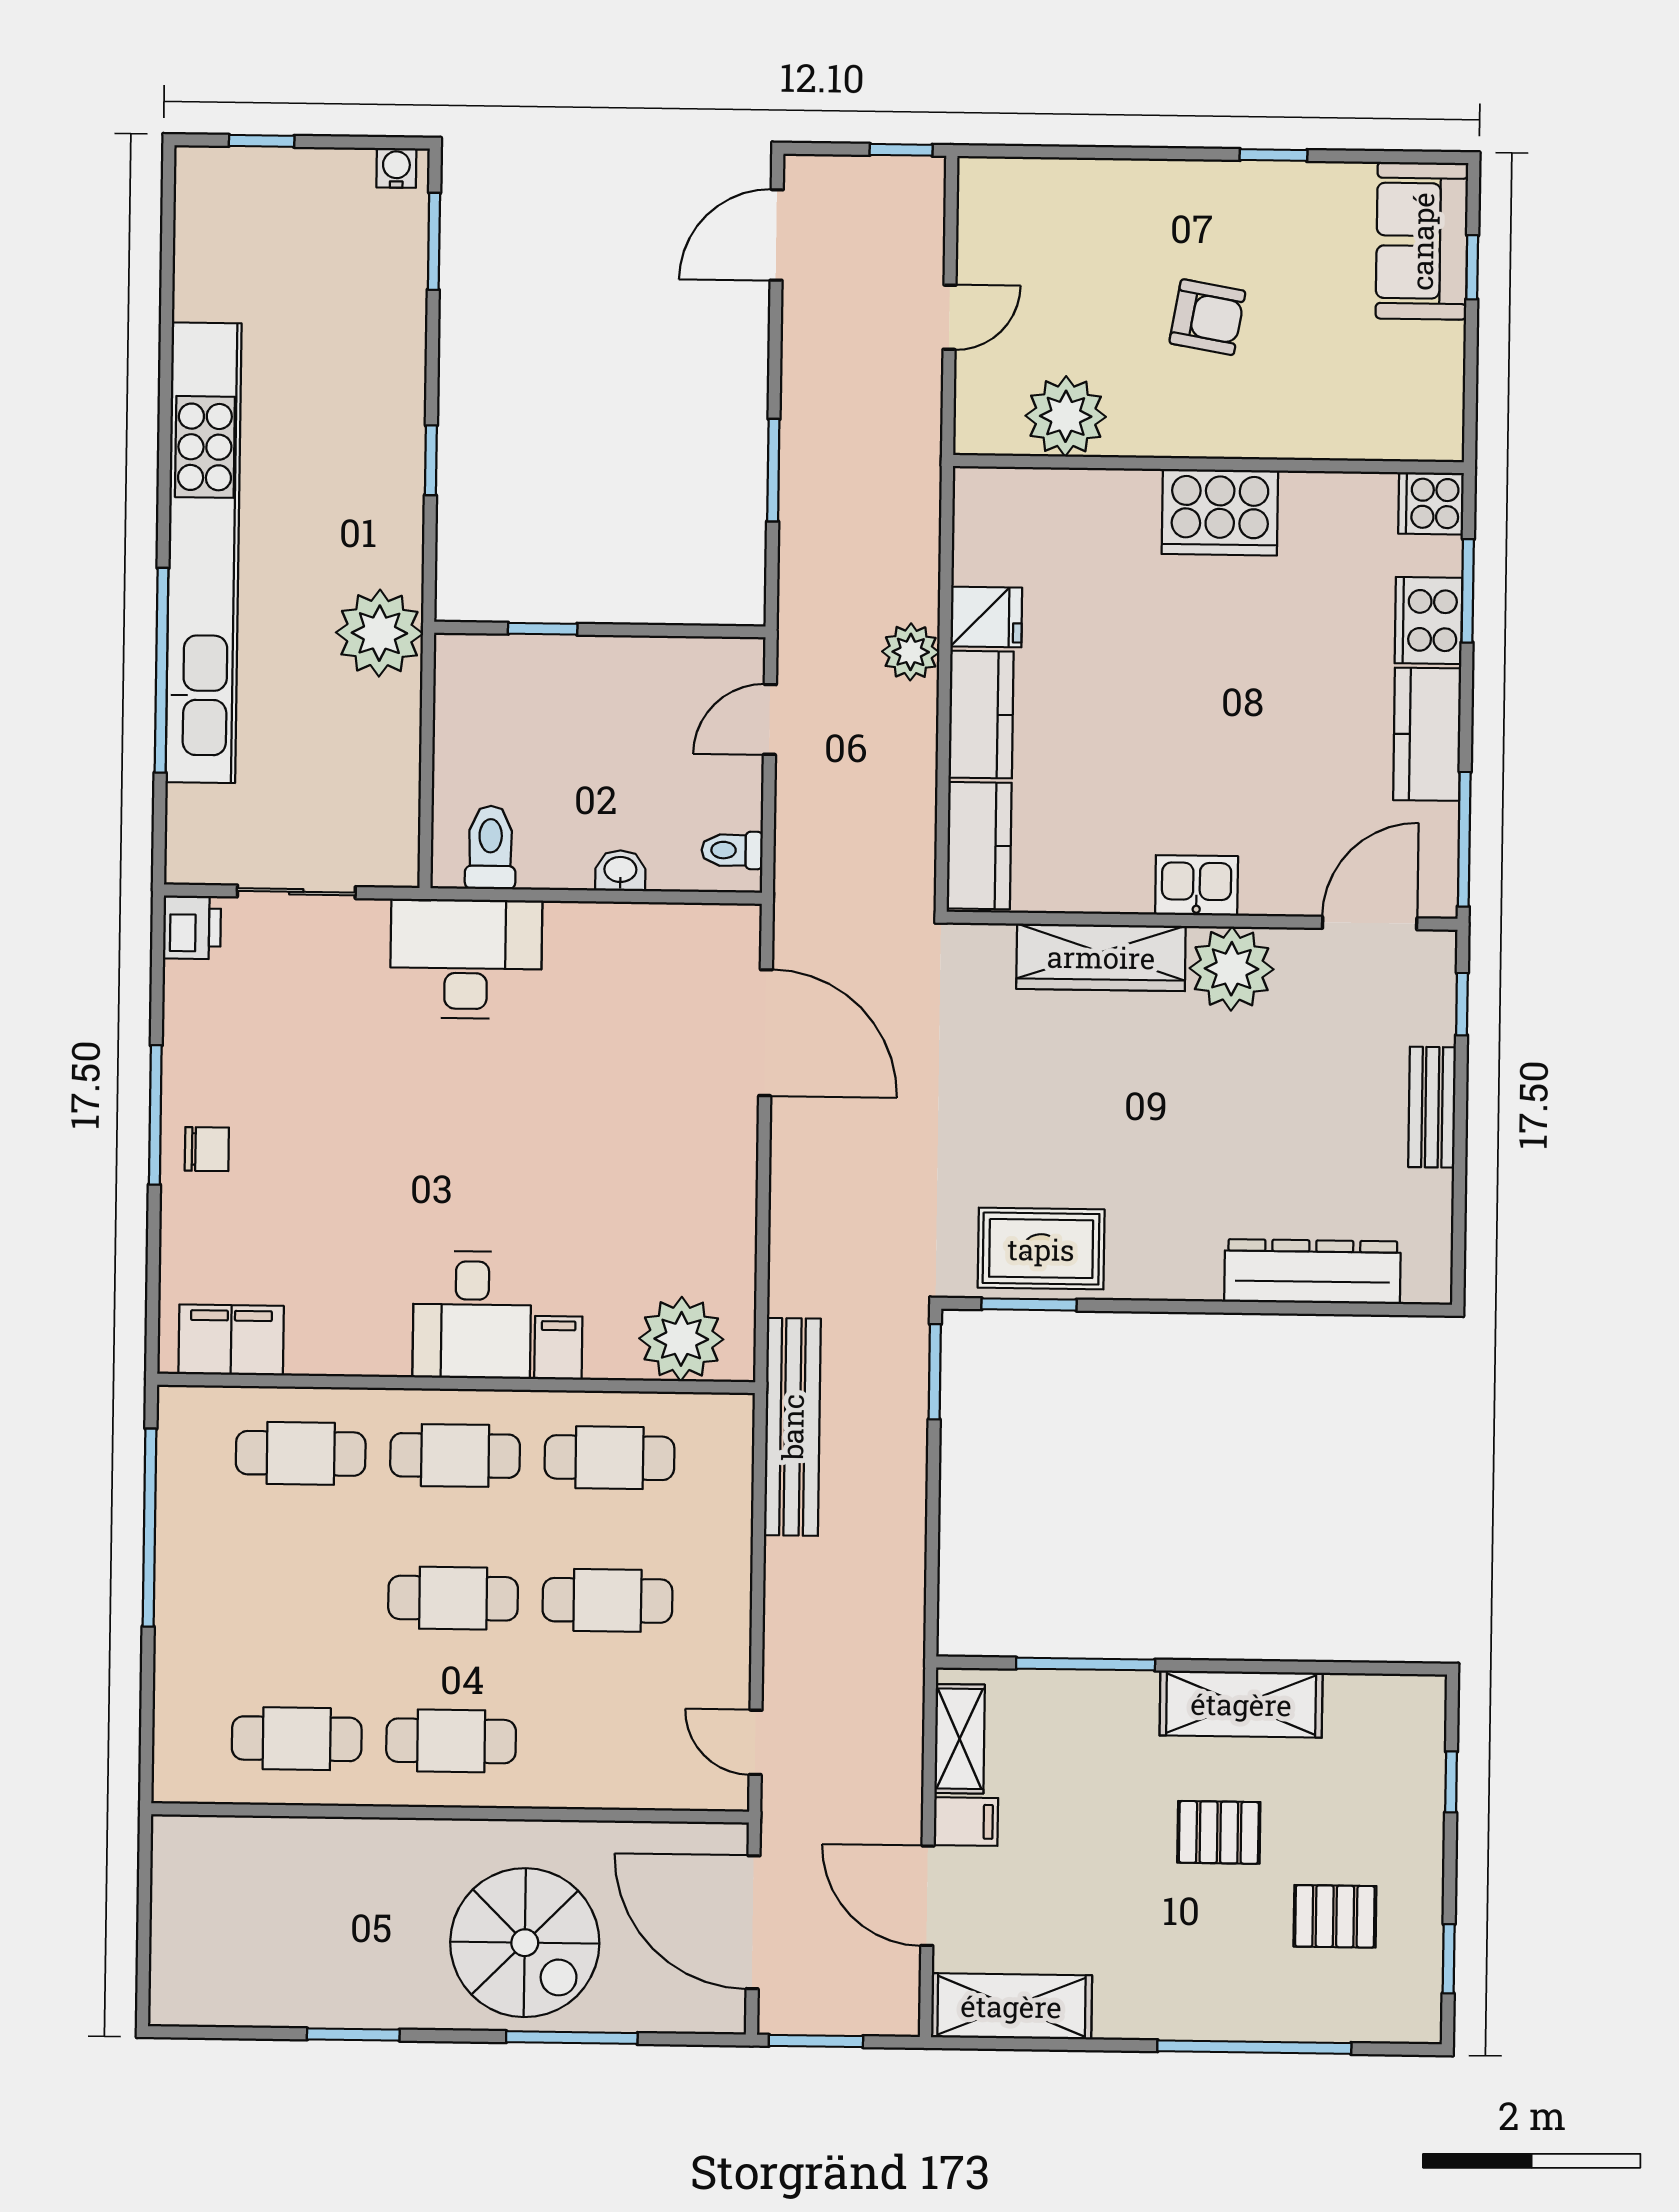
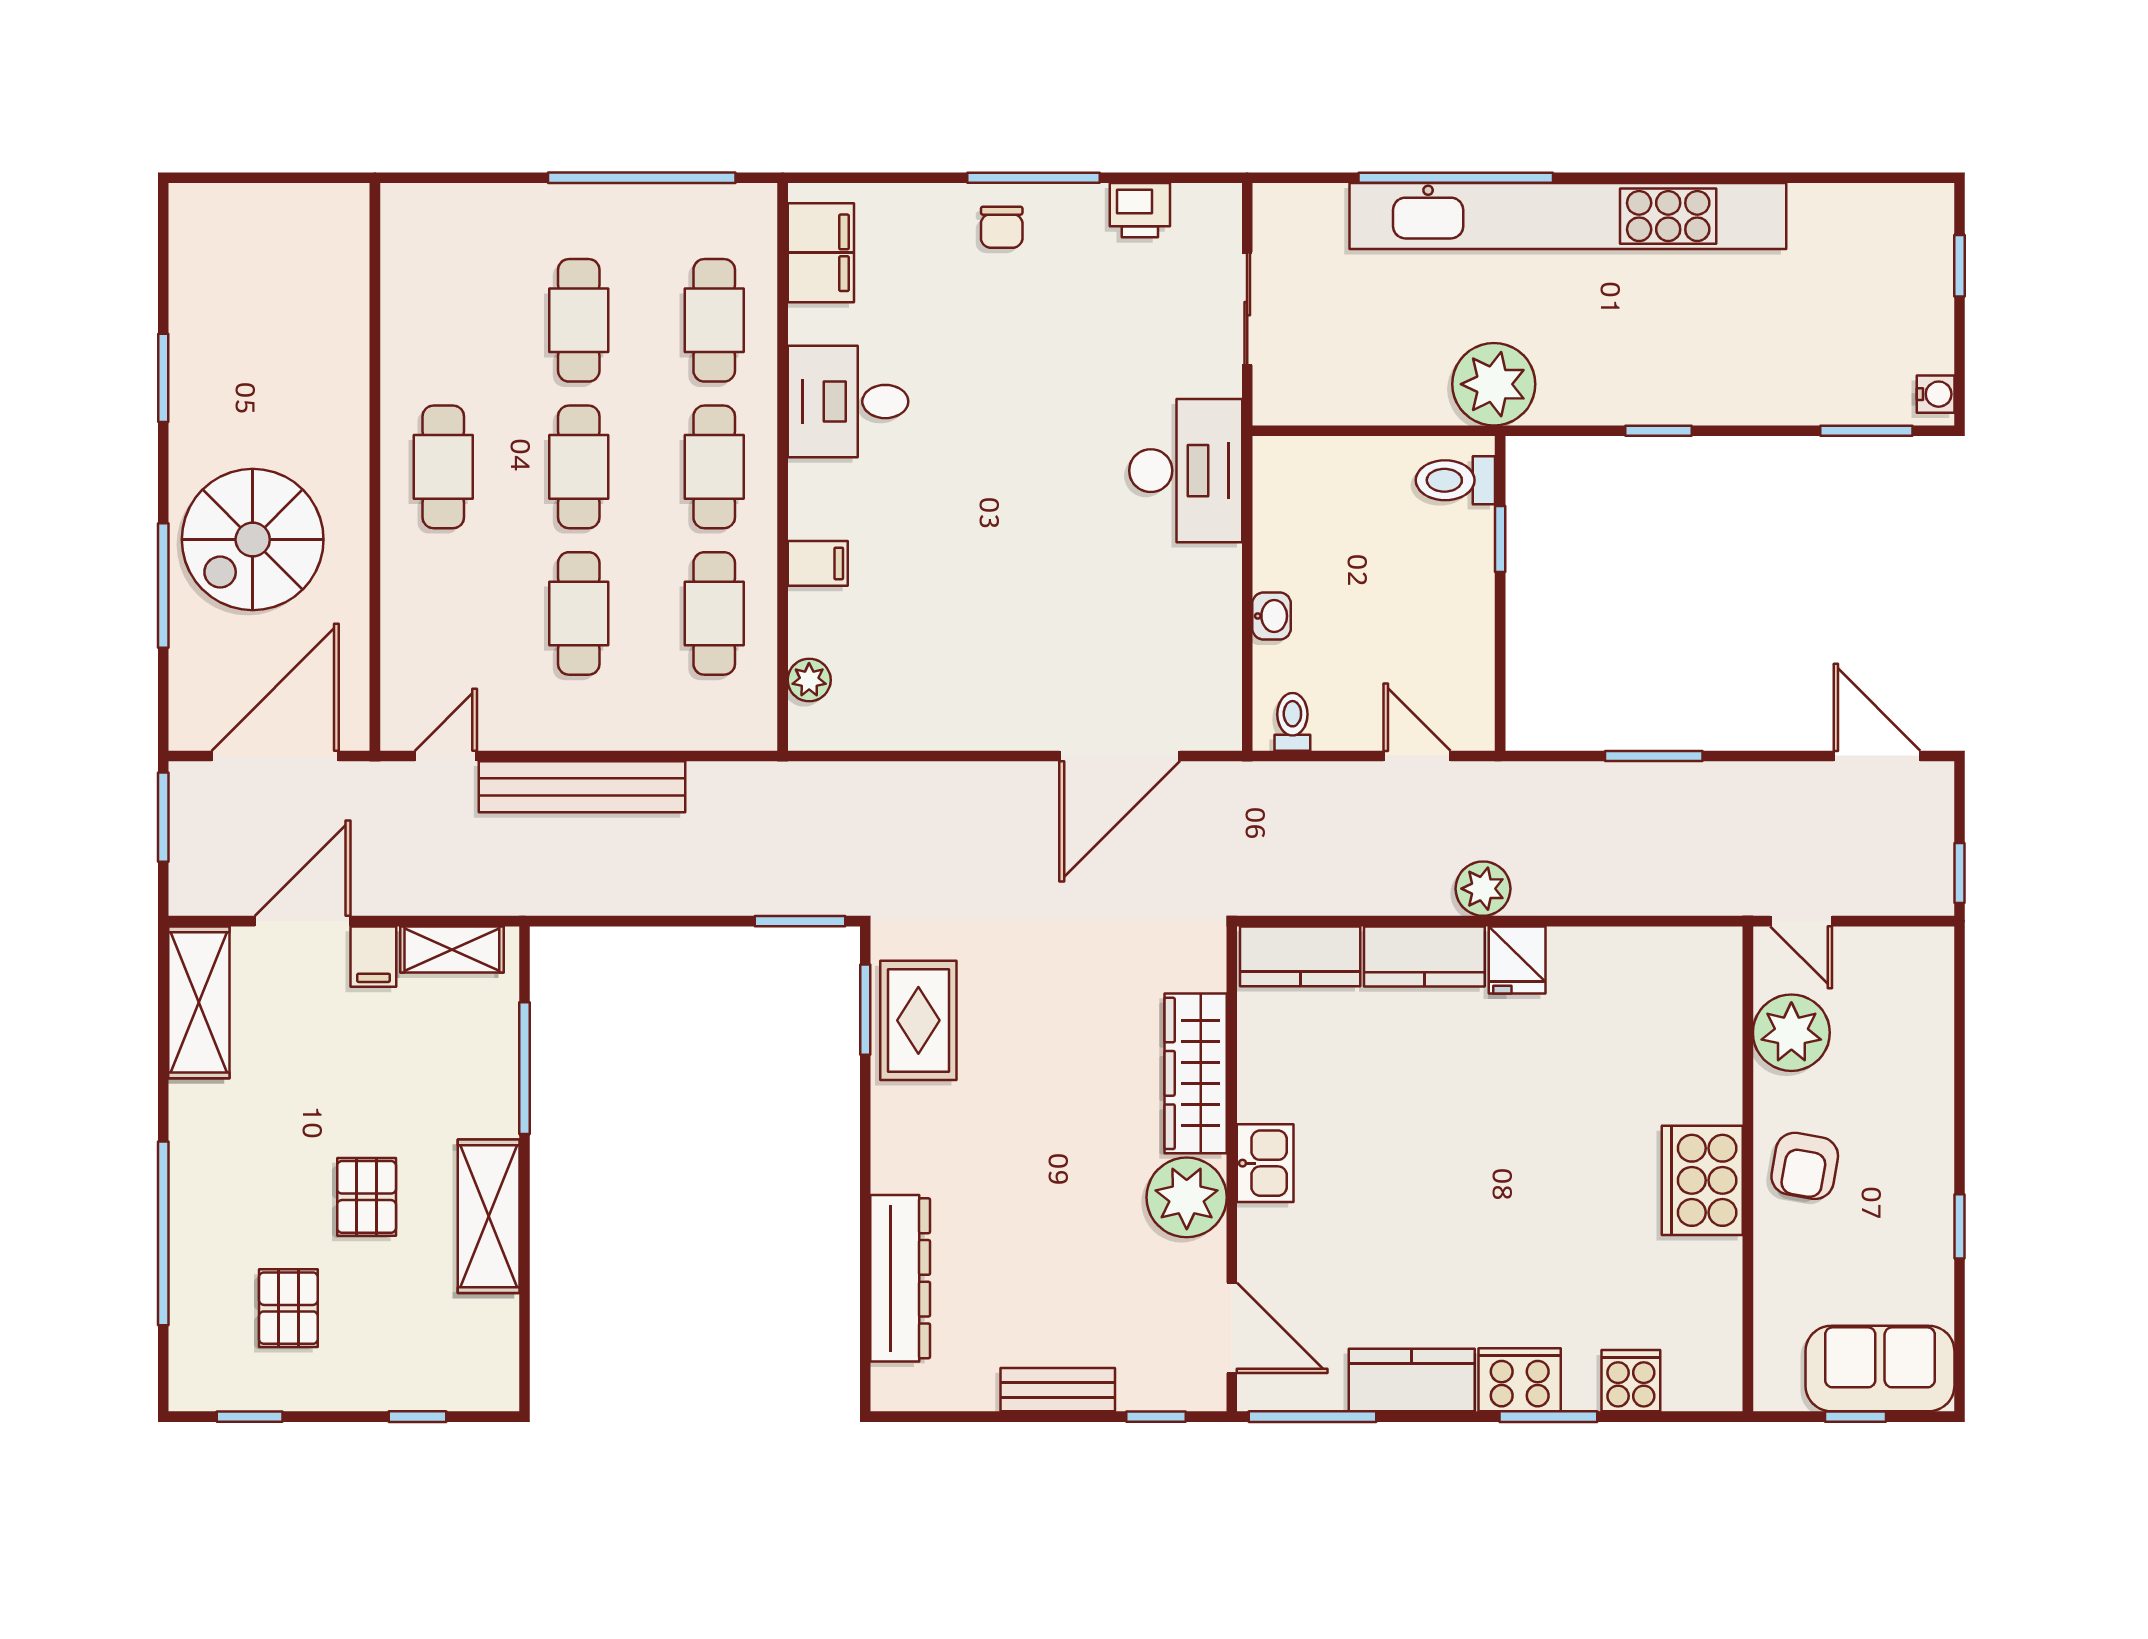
plant: (1066, 416) -> (1791, 1033), moved
wall: (1208, 464) -> (1748, 1169), moved
cooker: (1220, 512) -> (1702, 1180), moved
toilet: (490, 847) -> (1455, 480), moved, turned 180
printer: (192, 927) -> (1140, 210), moved
desk: (472, 1315) -> (848, 402), moved
plant: (681, 1339) -> (809, 680), width x0.53, depth x0.53
bench: (792, 1427) -> (582, 787), moved
cafe table: (297, 1739) -> (579, 320), moved

